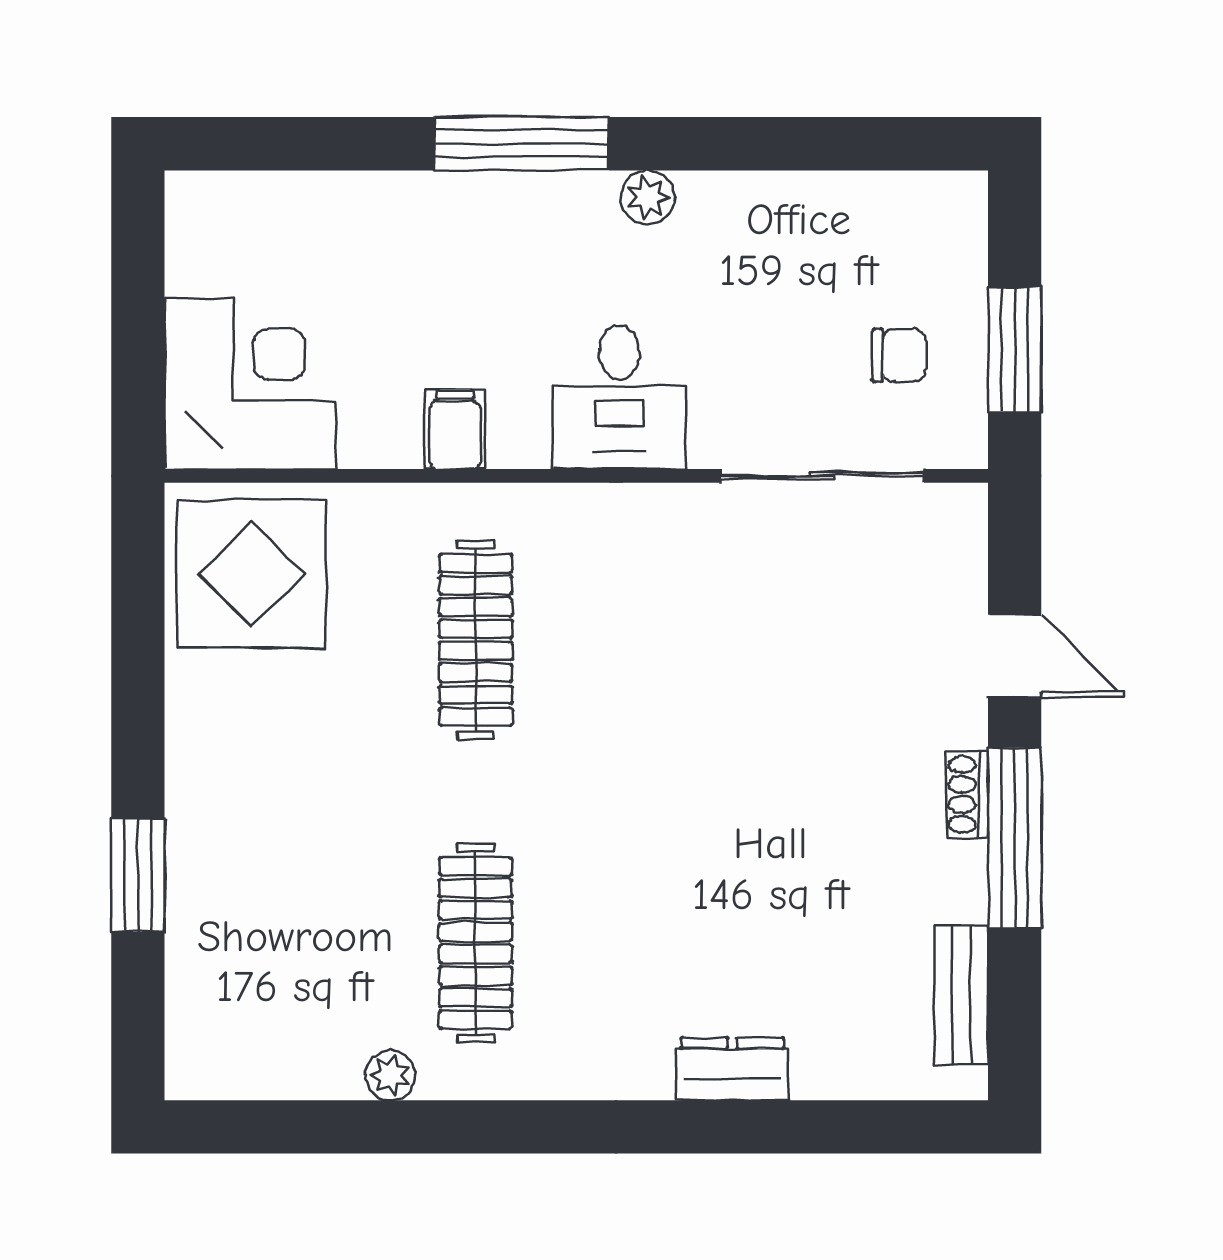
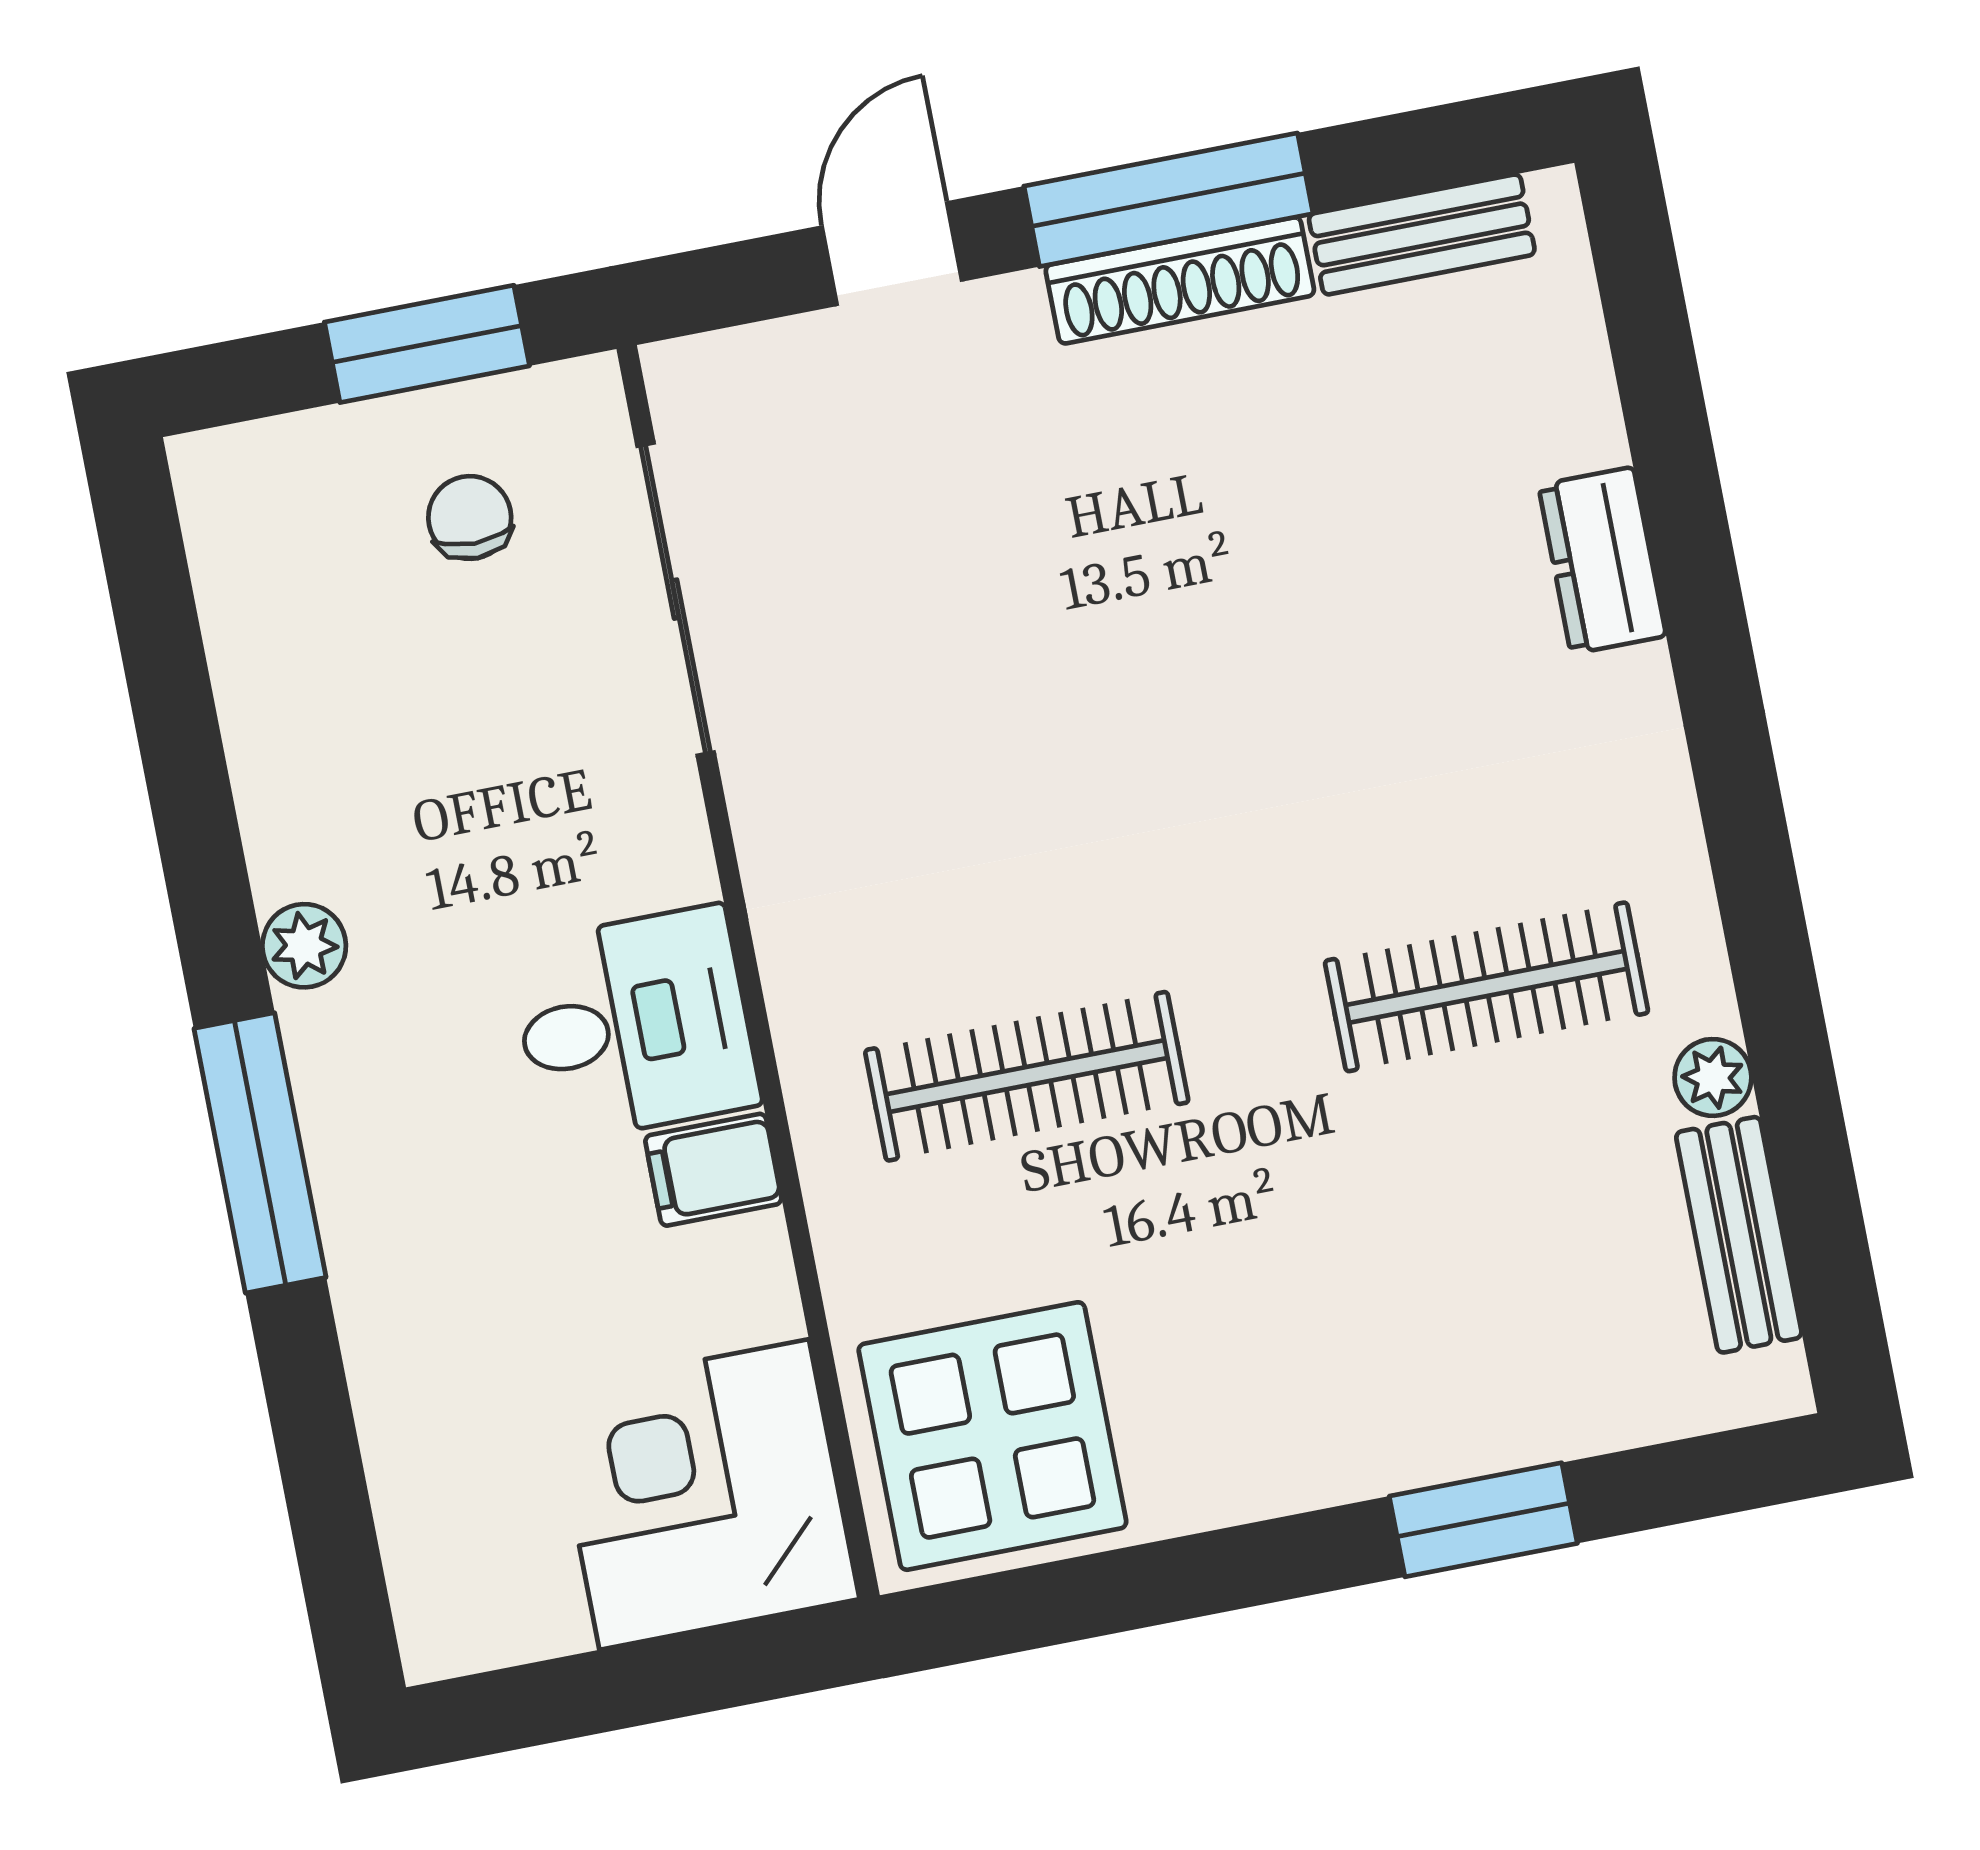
desk: (619, 397) -> (634, 1024), moved
shoe rack: (967, 795) -> (1180, 280), width x1.94, depth x1.24
bench: (287, 1072) -> (1739, 1235), added

